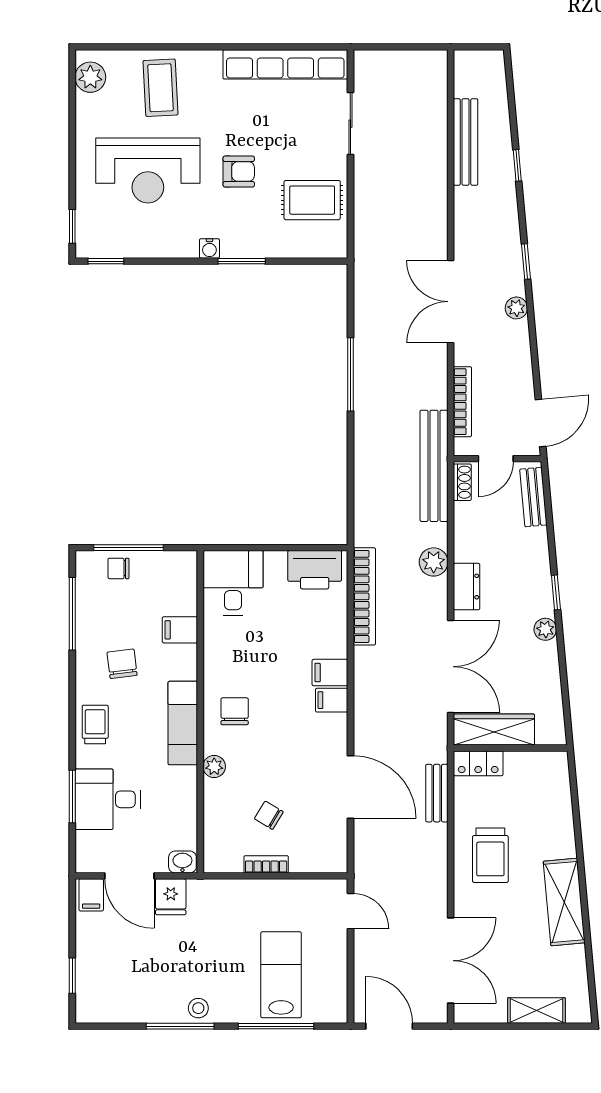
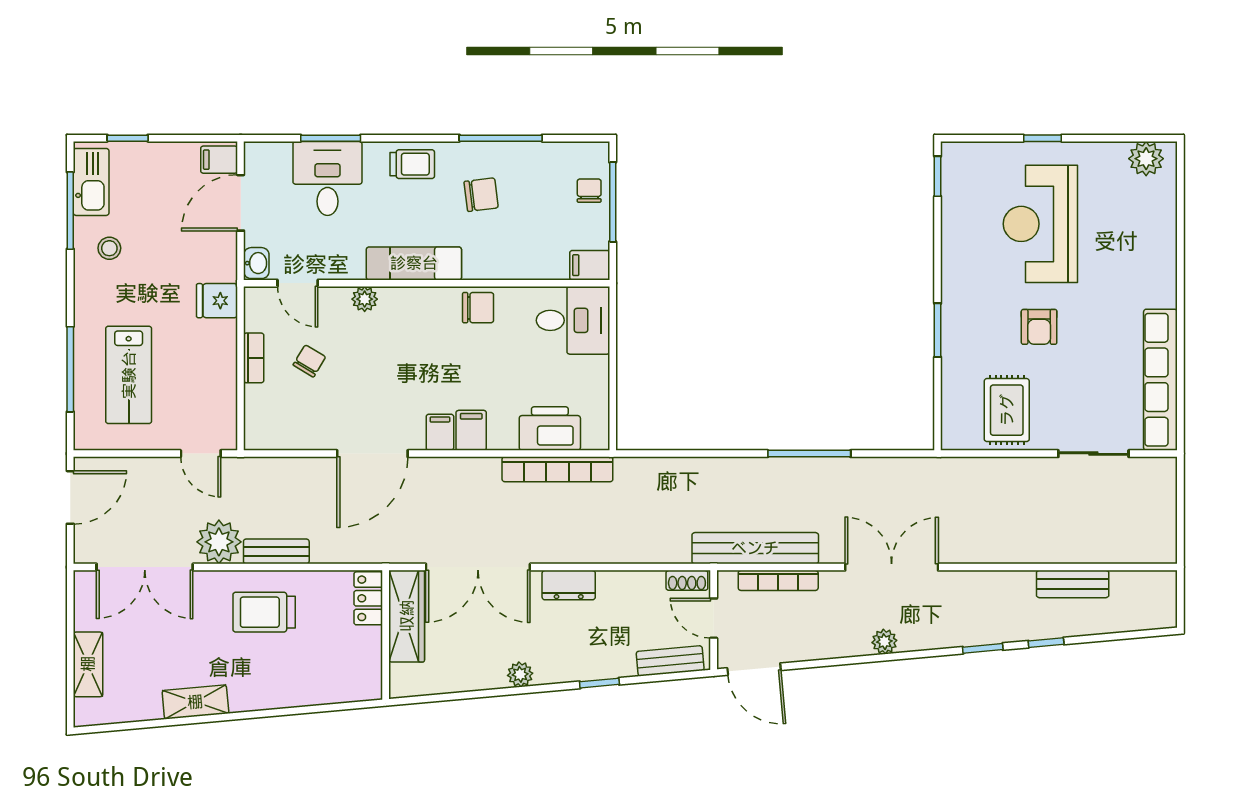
coffee table: (161, 88) -> (1134, 238), removed
bench: (466, 142) -> (1073, 584), width x0.73
window: (72, 226) -> (1042, 138), moved
water cooler: (209, 248) -> (952, 294), removed
window: (526, 261) -> (983, 648), moved
bench: (434, 466) -> (755, 548), moved
plant: (434, 562) -> (219, 542), moved, width x1.36, depth x1.36
printer: (315, 570) -> (550, 429), moved, turned 90
window: (556, 592) -> (599, 683), moved
window: (72, 614) -> (501, 138), moved
filing cabinet: (180, 630) -> (590, 265), moved, turned -90
chair: (235, 711) -> (478, 308), moved
door: (350, 787) -> (372, 454), moved
bench: (437, 793) -> (276, 551), moved
door: (200, 826) -> (298, 283), added
fridge: (171, 897) -> (217, 301), moved
shelving: (564, 902) -> (195, 702), width x0.67, depth x0.75
door: (350, 911) -> (201, 454), hinge flipped
lab bench: (281, 975) -> (129, 375), turned 90
kitchen sink: (111, 1008) -> (91, 182), added
stool: (198, 1008) -> (109, 248), moved
window: (180, 1026) -> (70, 211), moved

